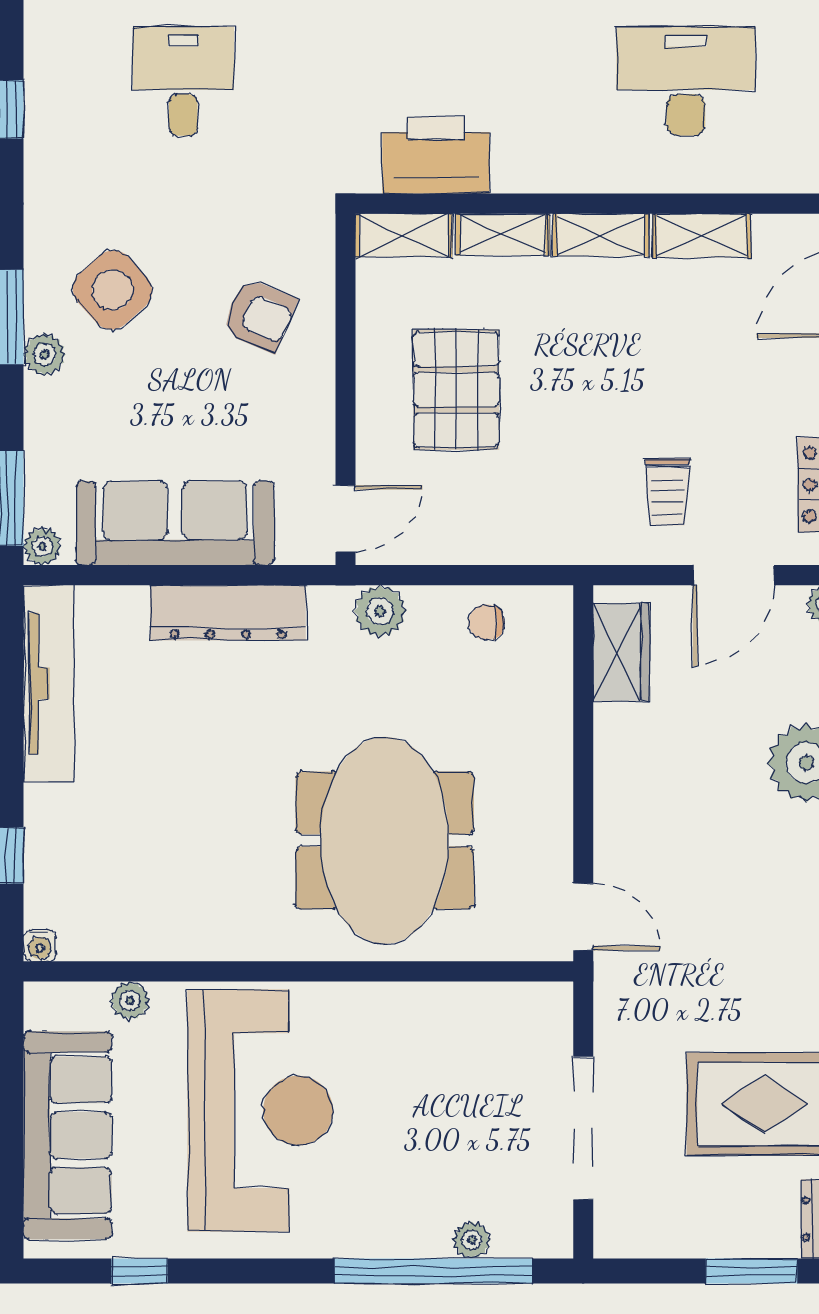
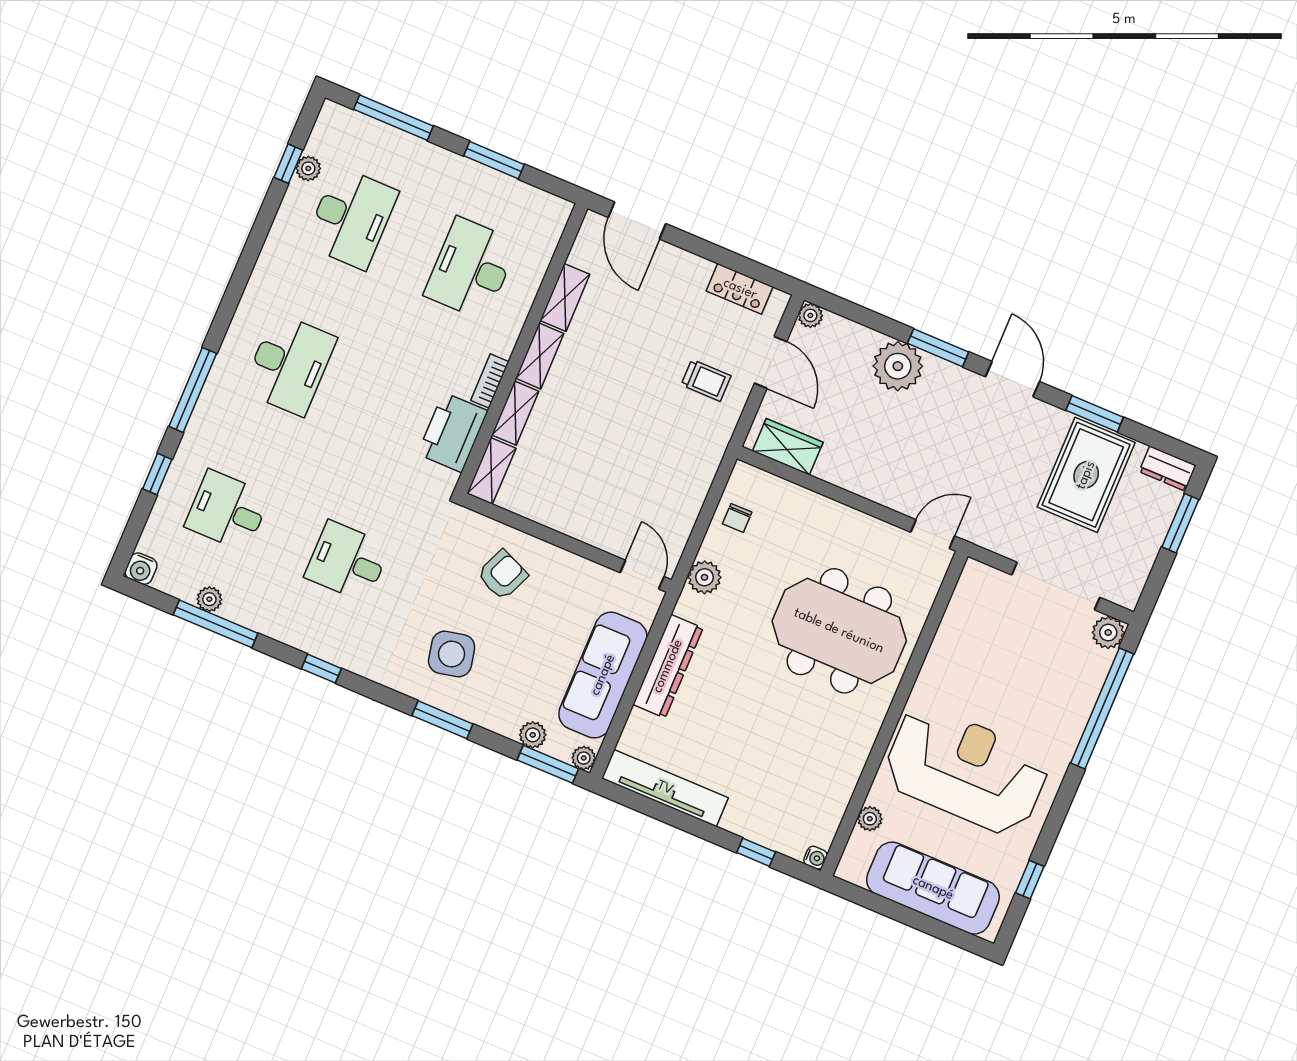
bookcase: (534, 178) -> (490, 381), added
side table: (112, 290) -> (452, 654), turned 30
plant: (45, 354) -> (533, 735), moved
pallet: (456, 390) -> (594, 478), removed
plant: (472, 1240) -> (1108, 633), moved, width x1.38, depth x1.38

